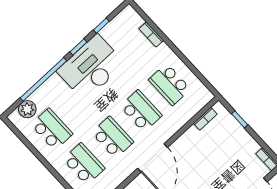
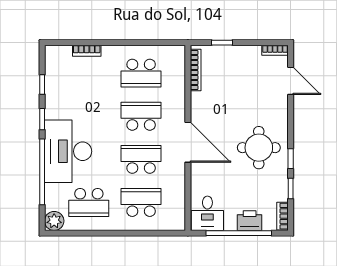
desk: (91, 67) -> (68, 151), moved
plant: (27, 109) -> (54, 221), moved
bookcase: (205, 119) -> (196, 70), width x1.56
school desk: (52, 129) -> (89, 202), turned 180

